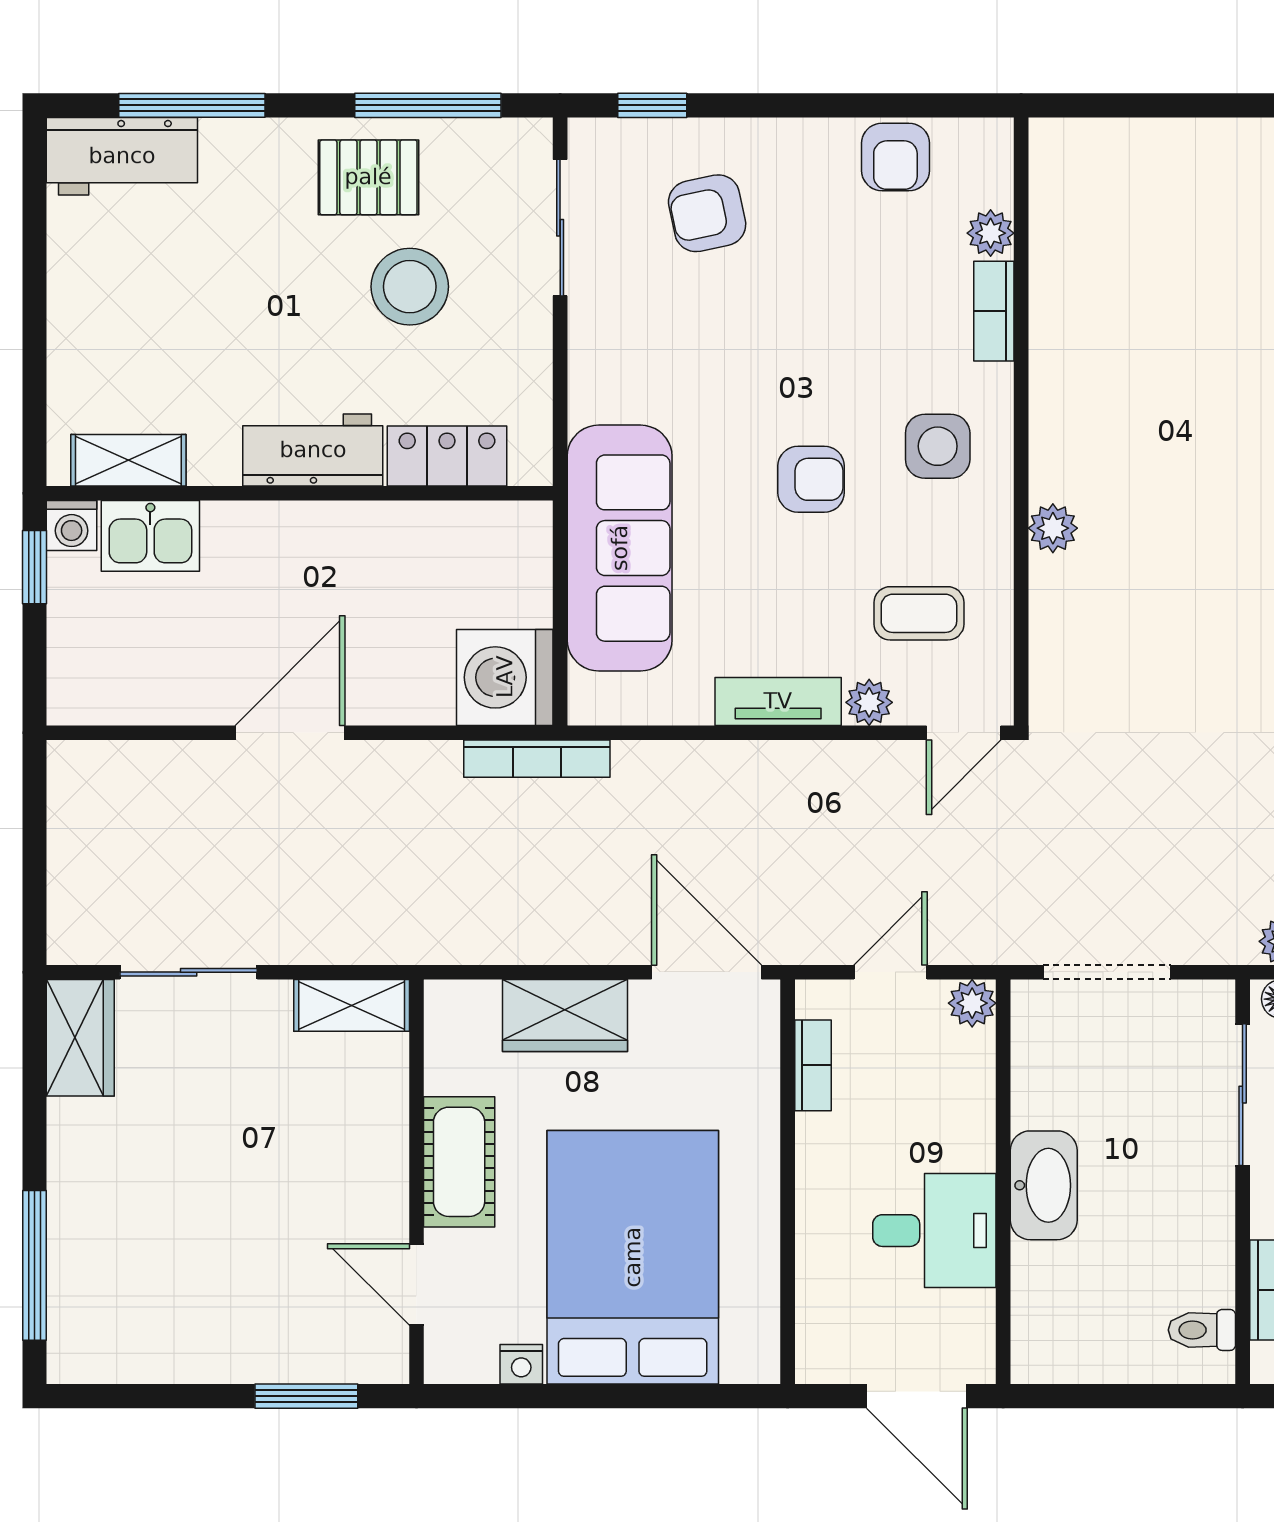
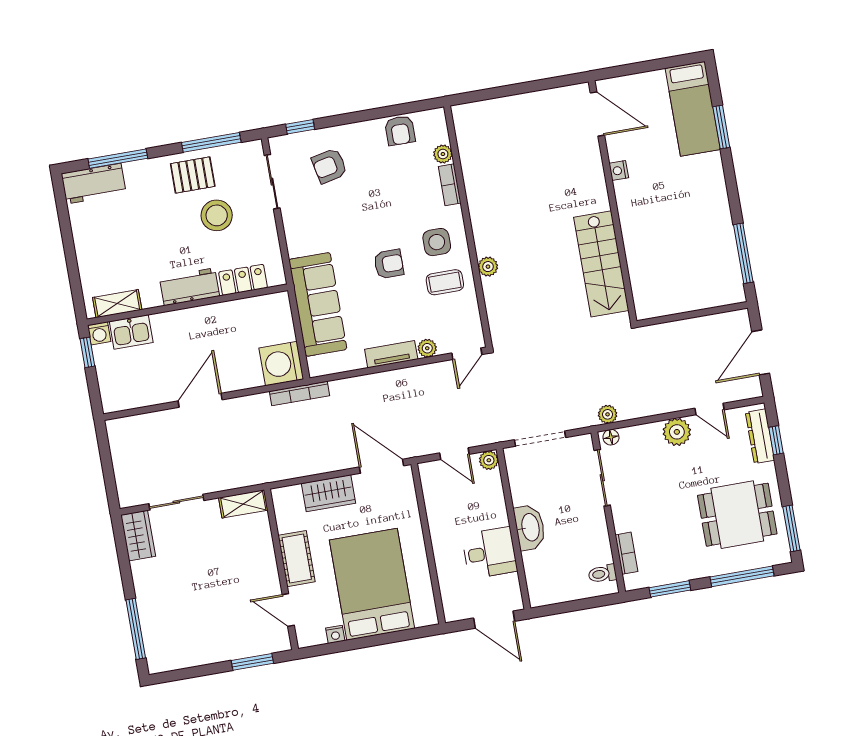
coffee table: (919, 613) -> (445, 282), moved
door: (891, 972) -> (454, 454), swing flipped
bookcase: (813, 1065) -> (430, 496), removed

